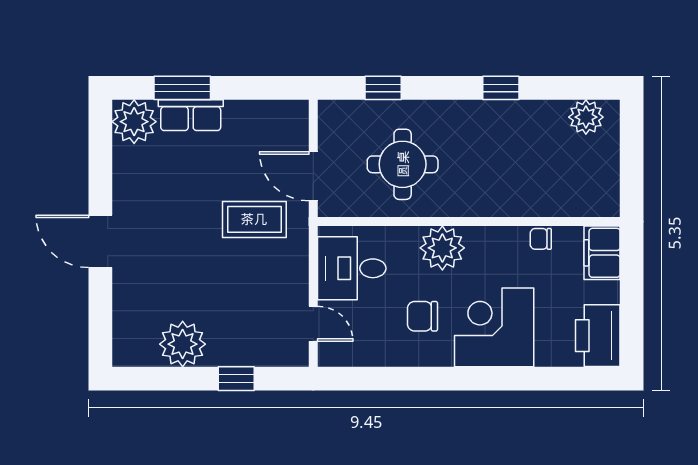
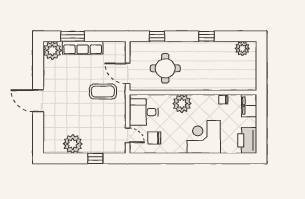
row of seats: (191, 115) -> (83, 48), width x1.48
chair: (422, 316) -> (154, 138), moved

